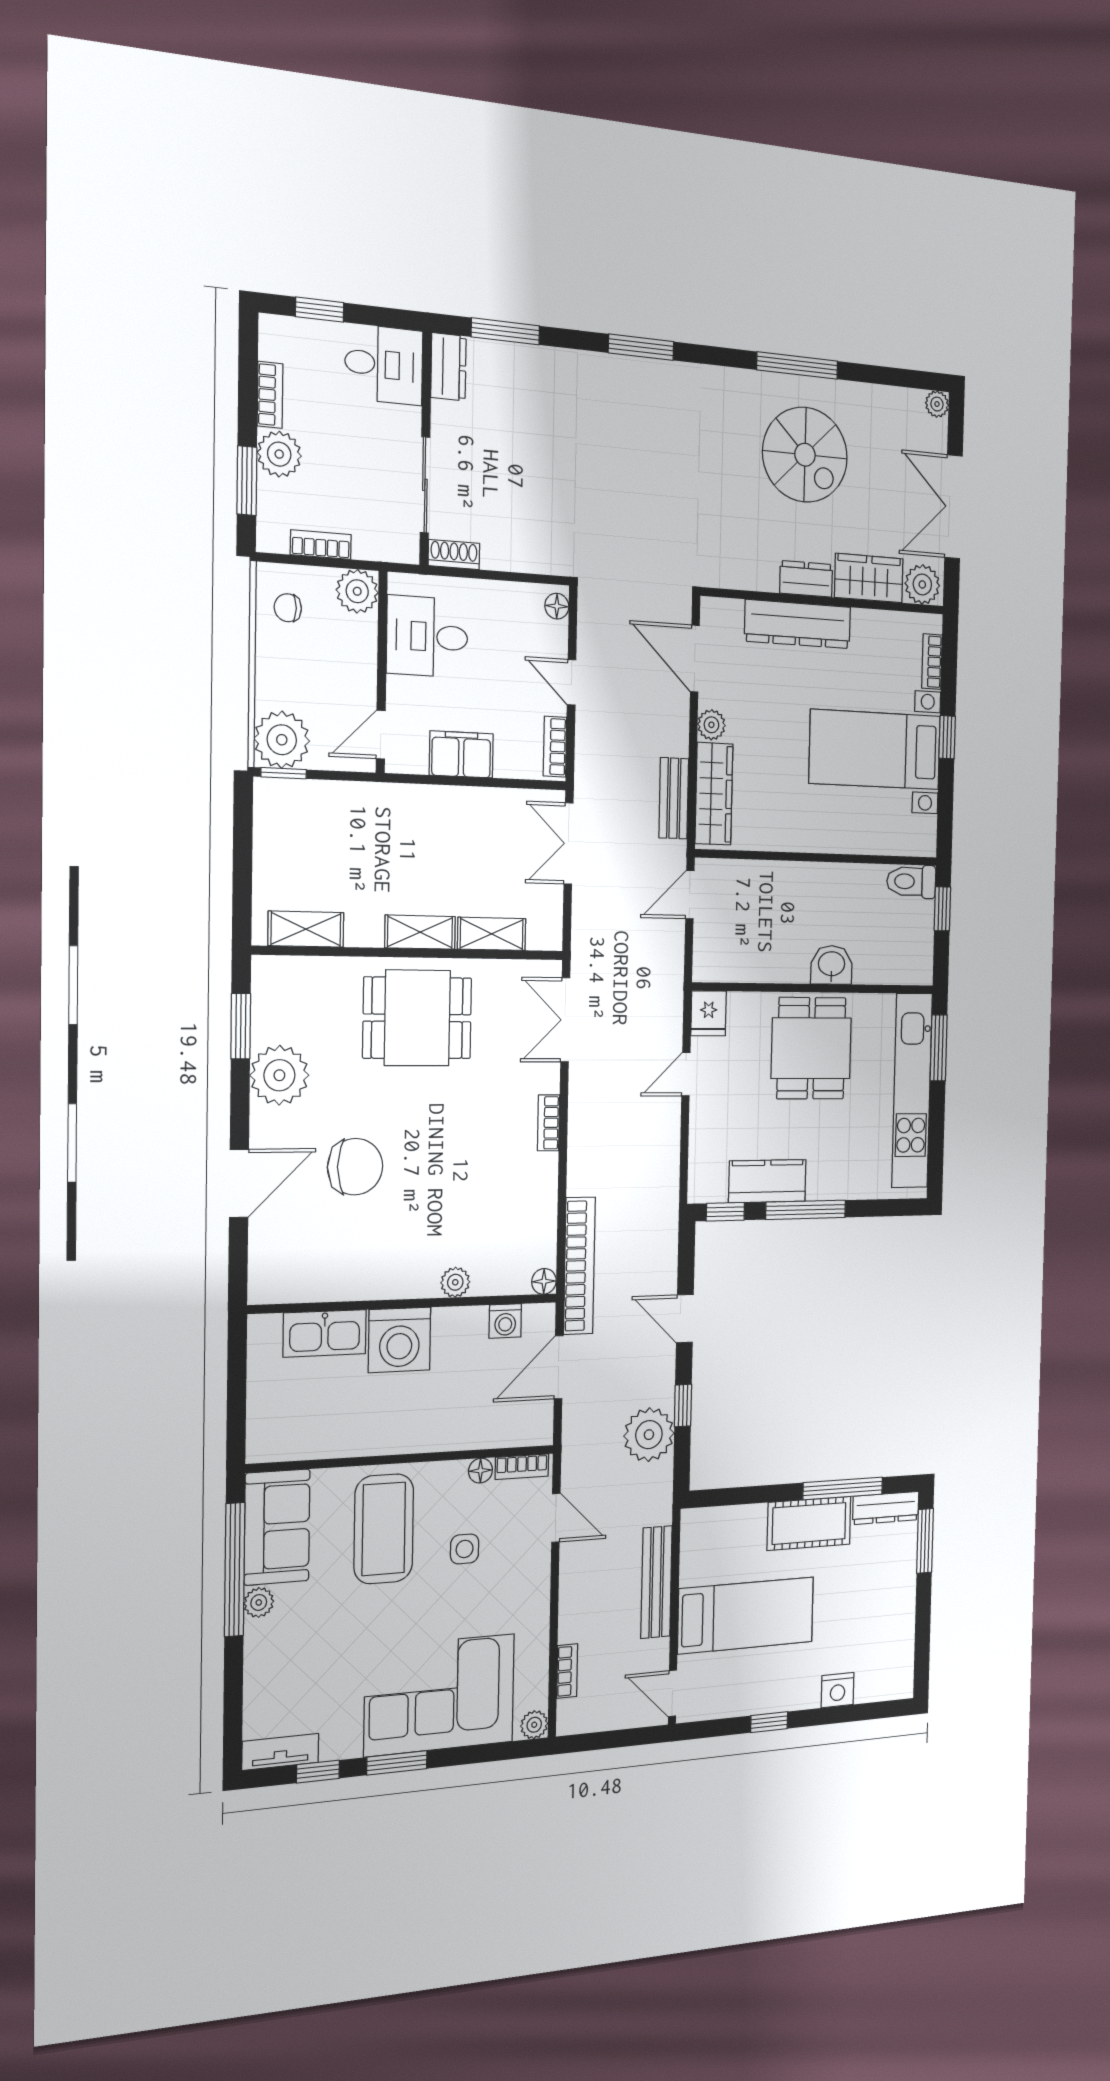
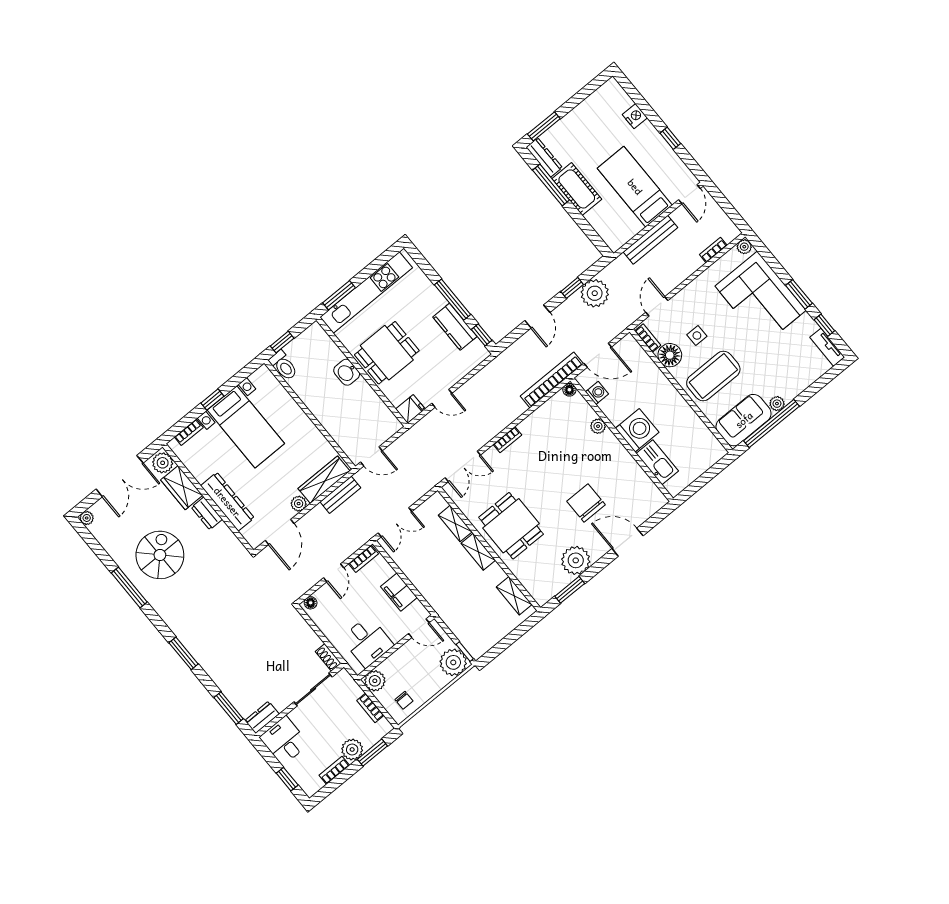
floor lamp: (480, 1471) -> (670, 355), width x1.89, depth x1.89

